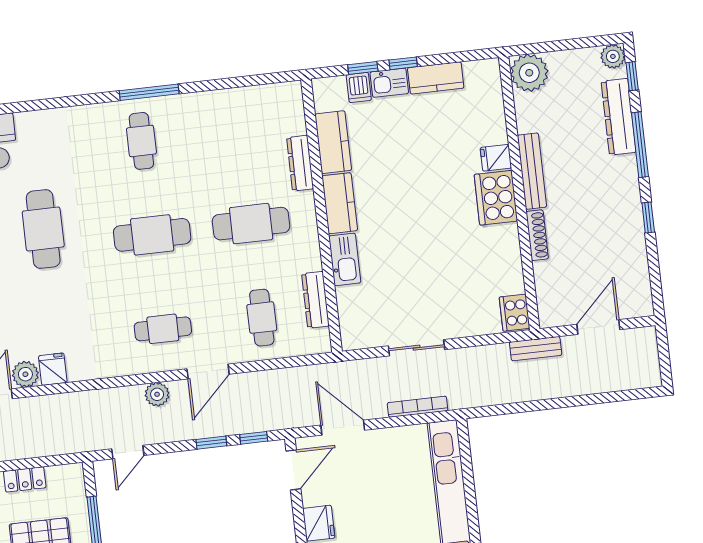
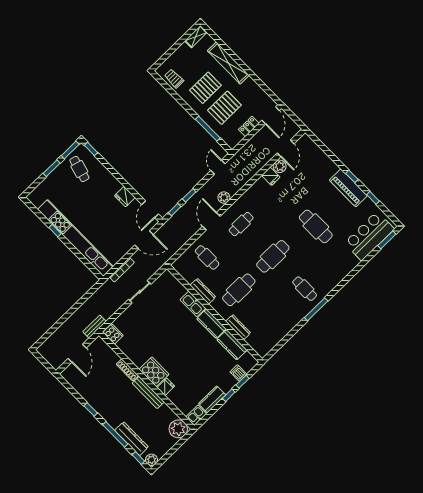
kitchen sink: (389, 83) -> (196, 415), moved
dresser: (315, 300) -> (203, 291), moved

